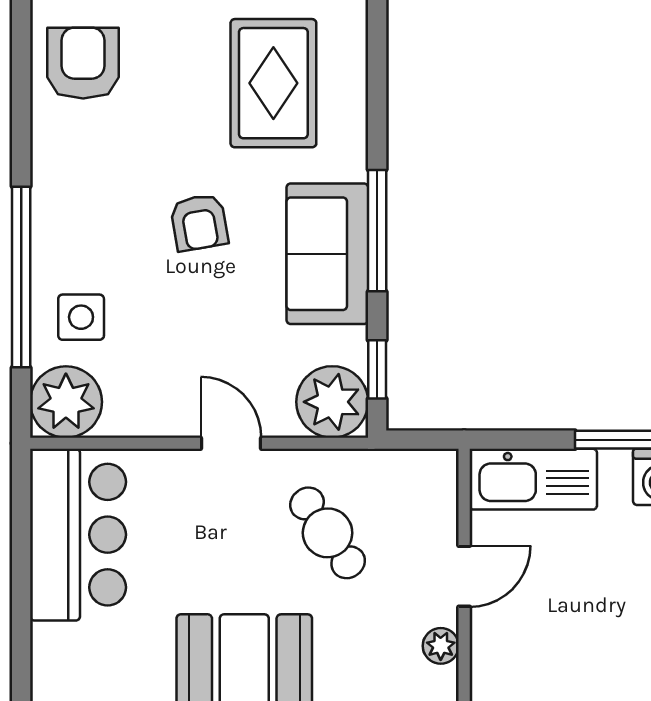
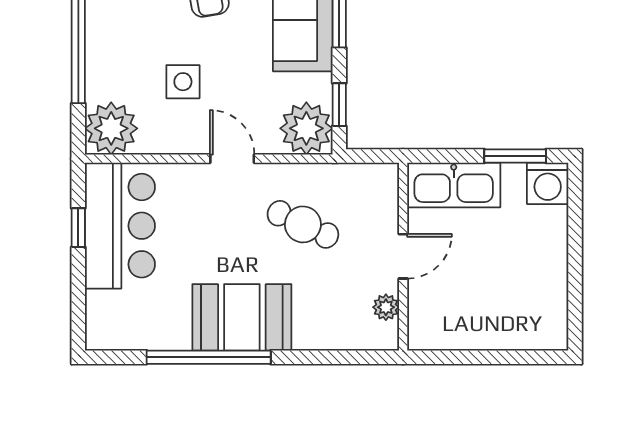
side table: (81, 317) -> (183, 82), moved
cafe table: (328, 533) -> (303, 224), turned -30
window: (21, 537) -> (78, 228), added

